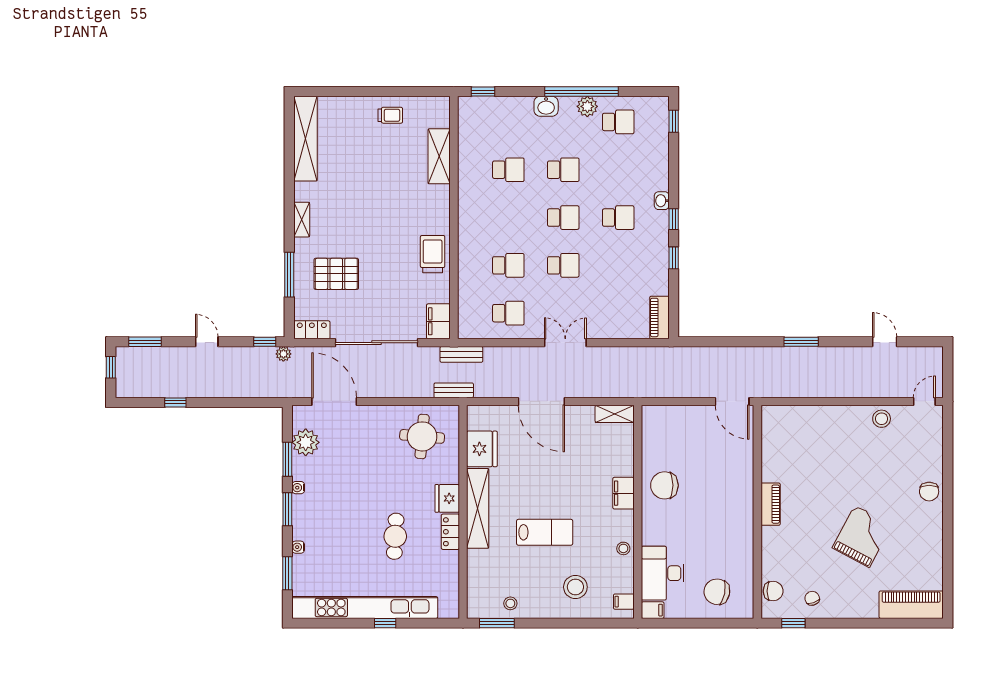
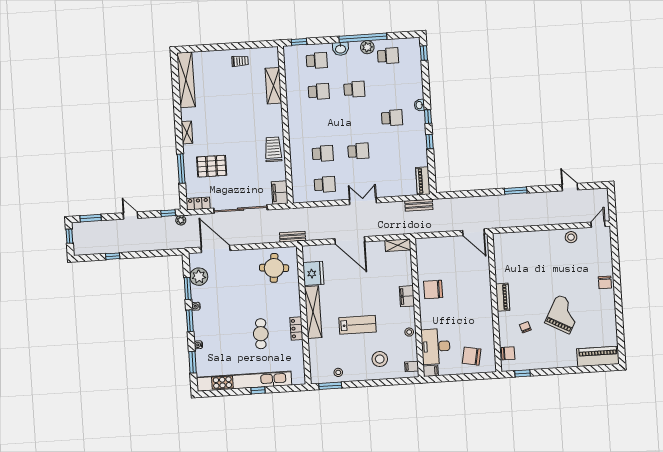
school desk: (563, 218) -> (317, 60), moved
bench: (461, 354) -> (419, 205), moved
fridge: (447, 498) -> (293, 307), removed
chair: (812, 598) -> (525, 327), moved

